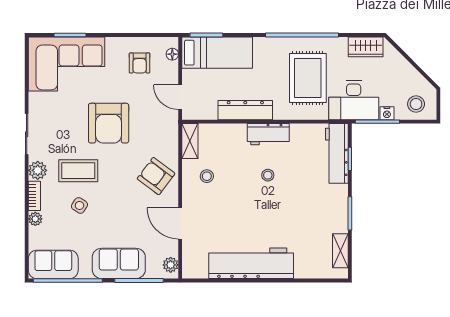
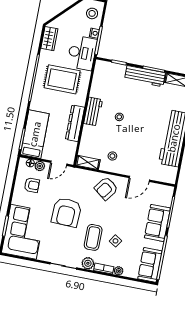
armchair: (109, 123) -> (66, 212), turned 92
workbench: (337, 153) -> (145, 76), moved
plant: (171, 265) -> (40, 166), moved

